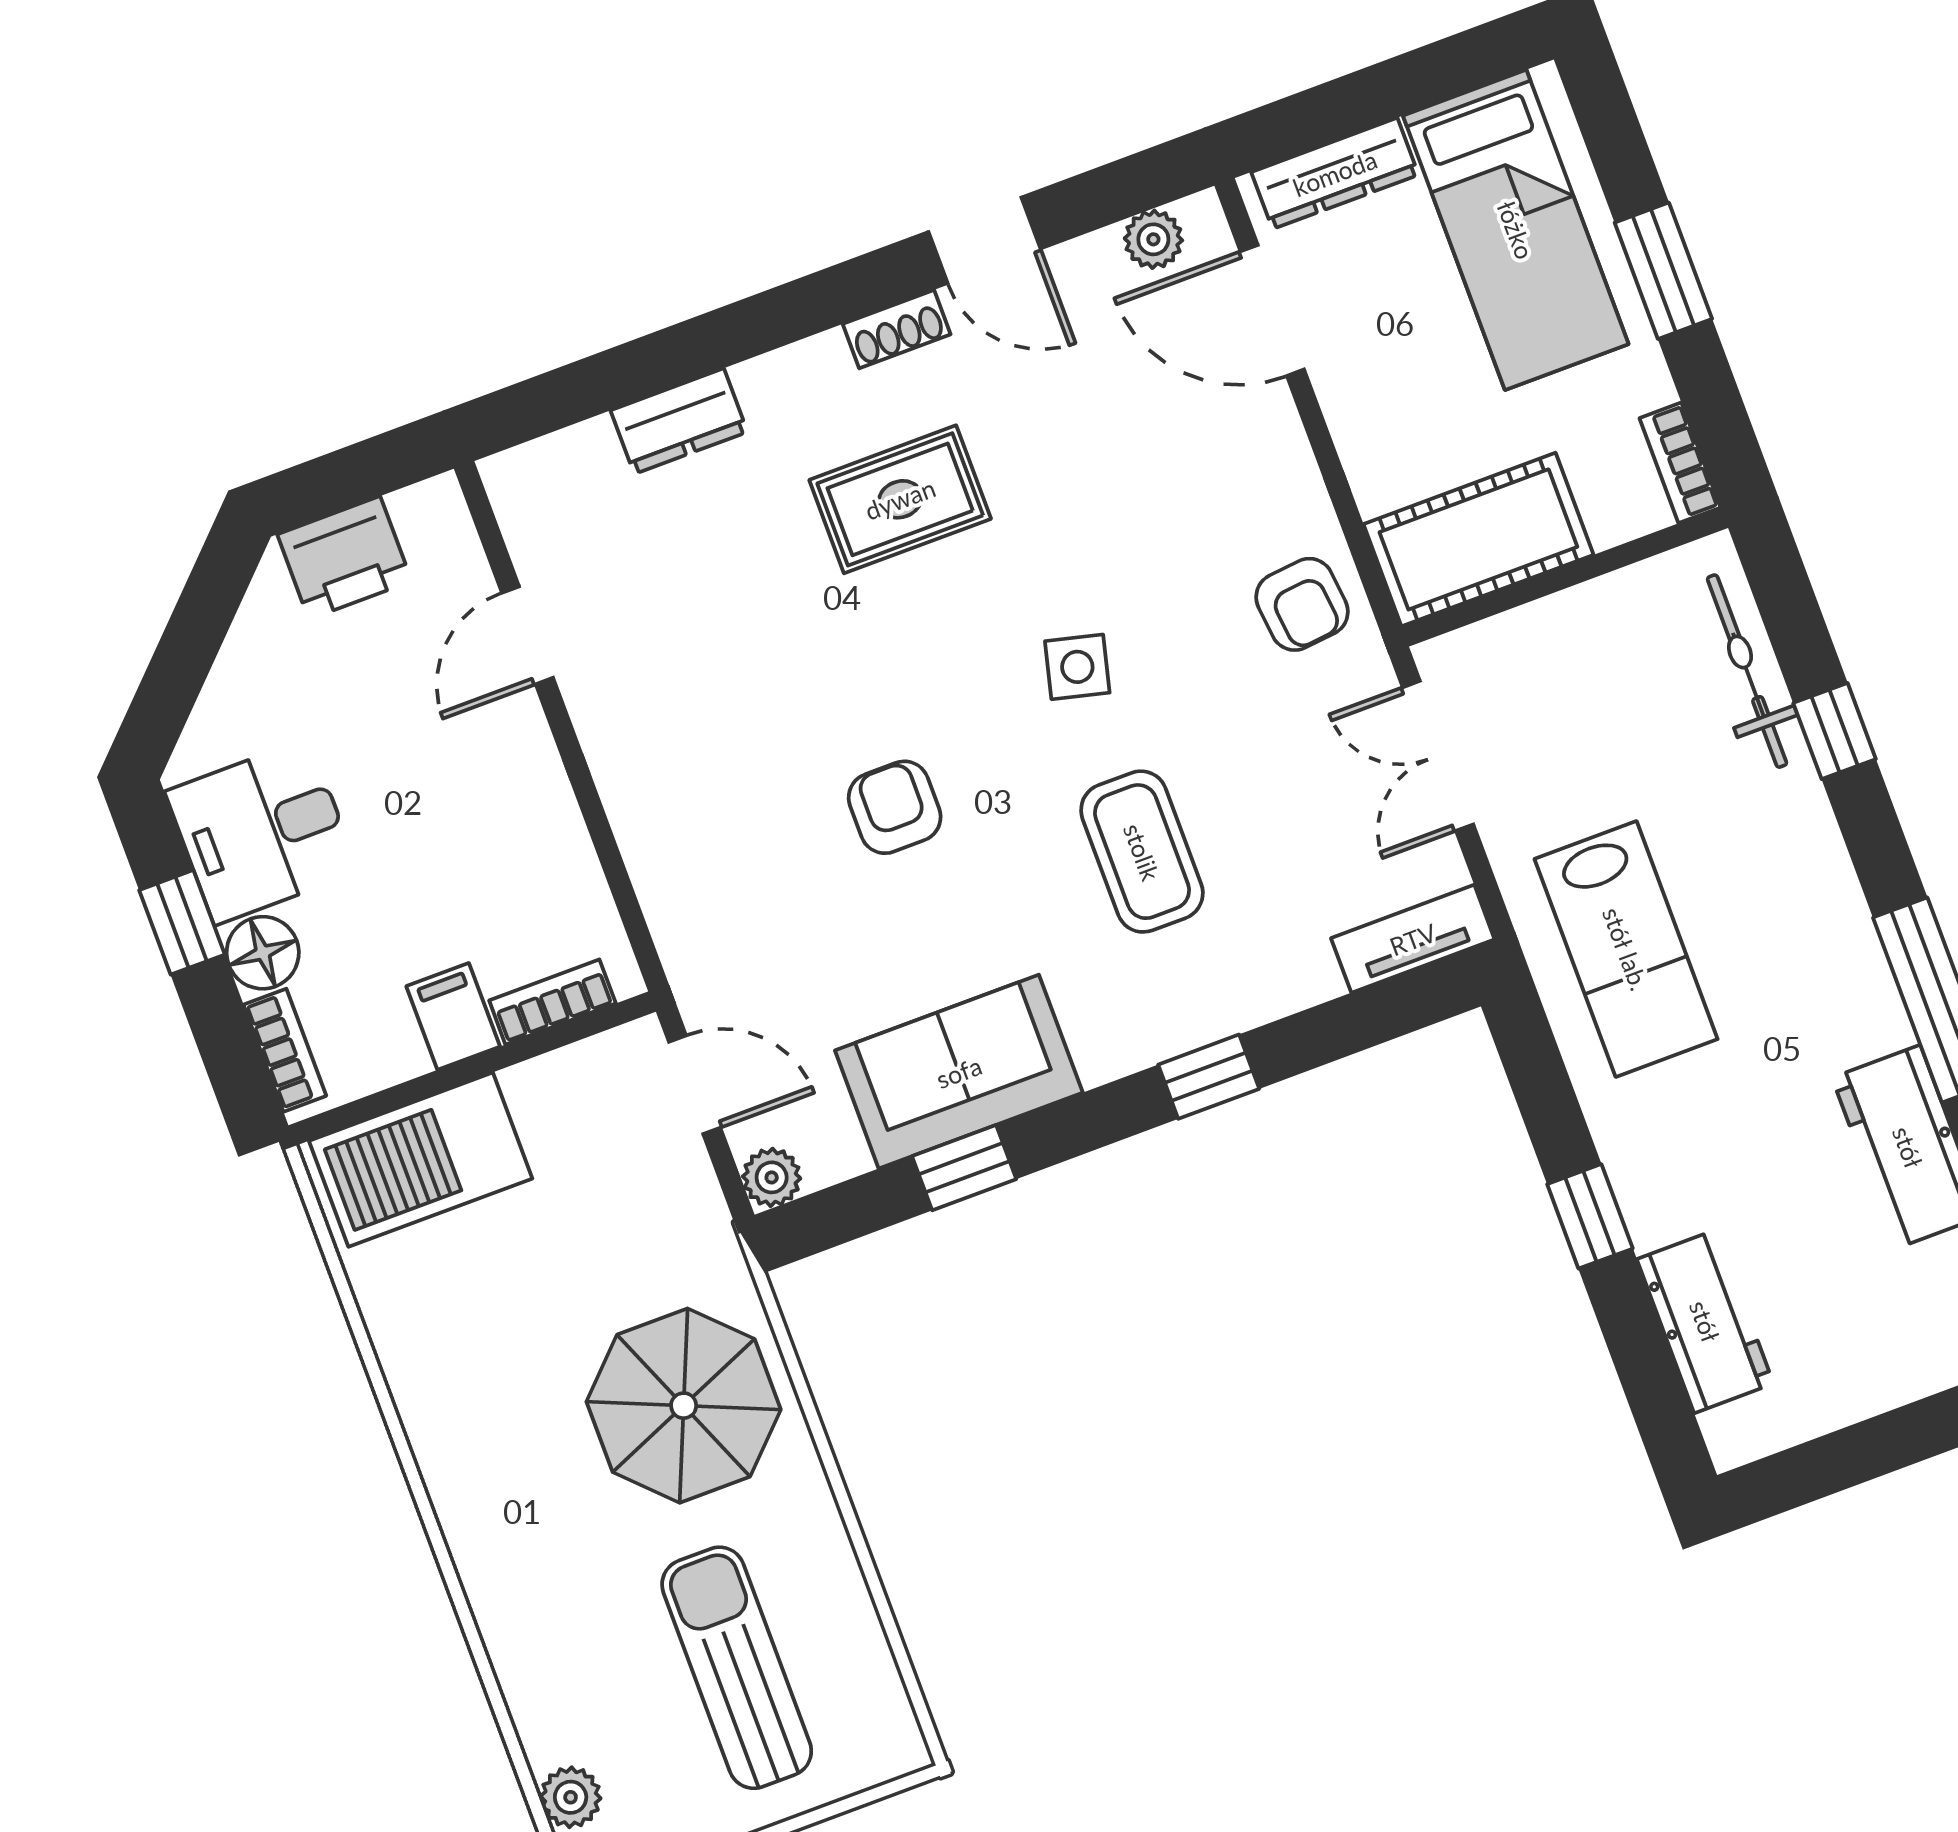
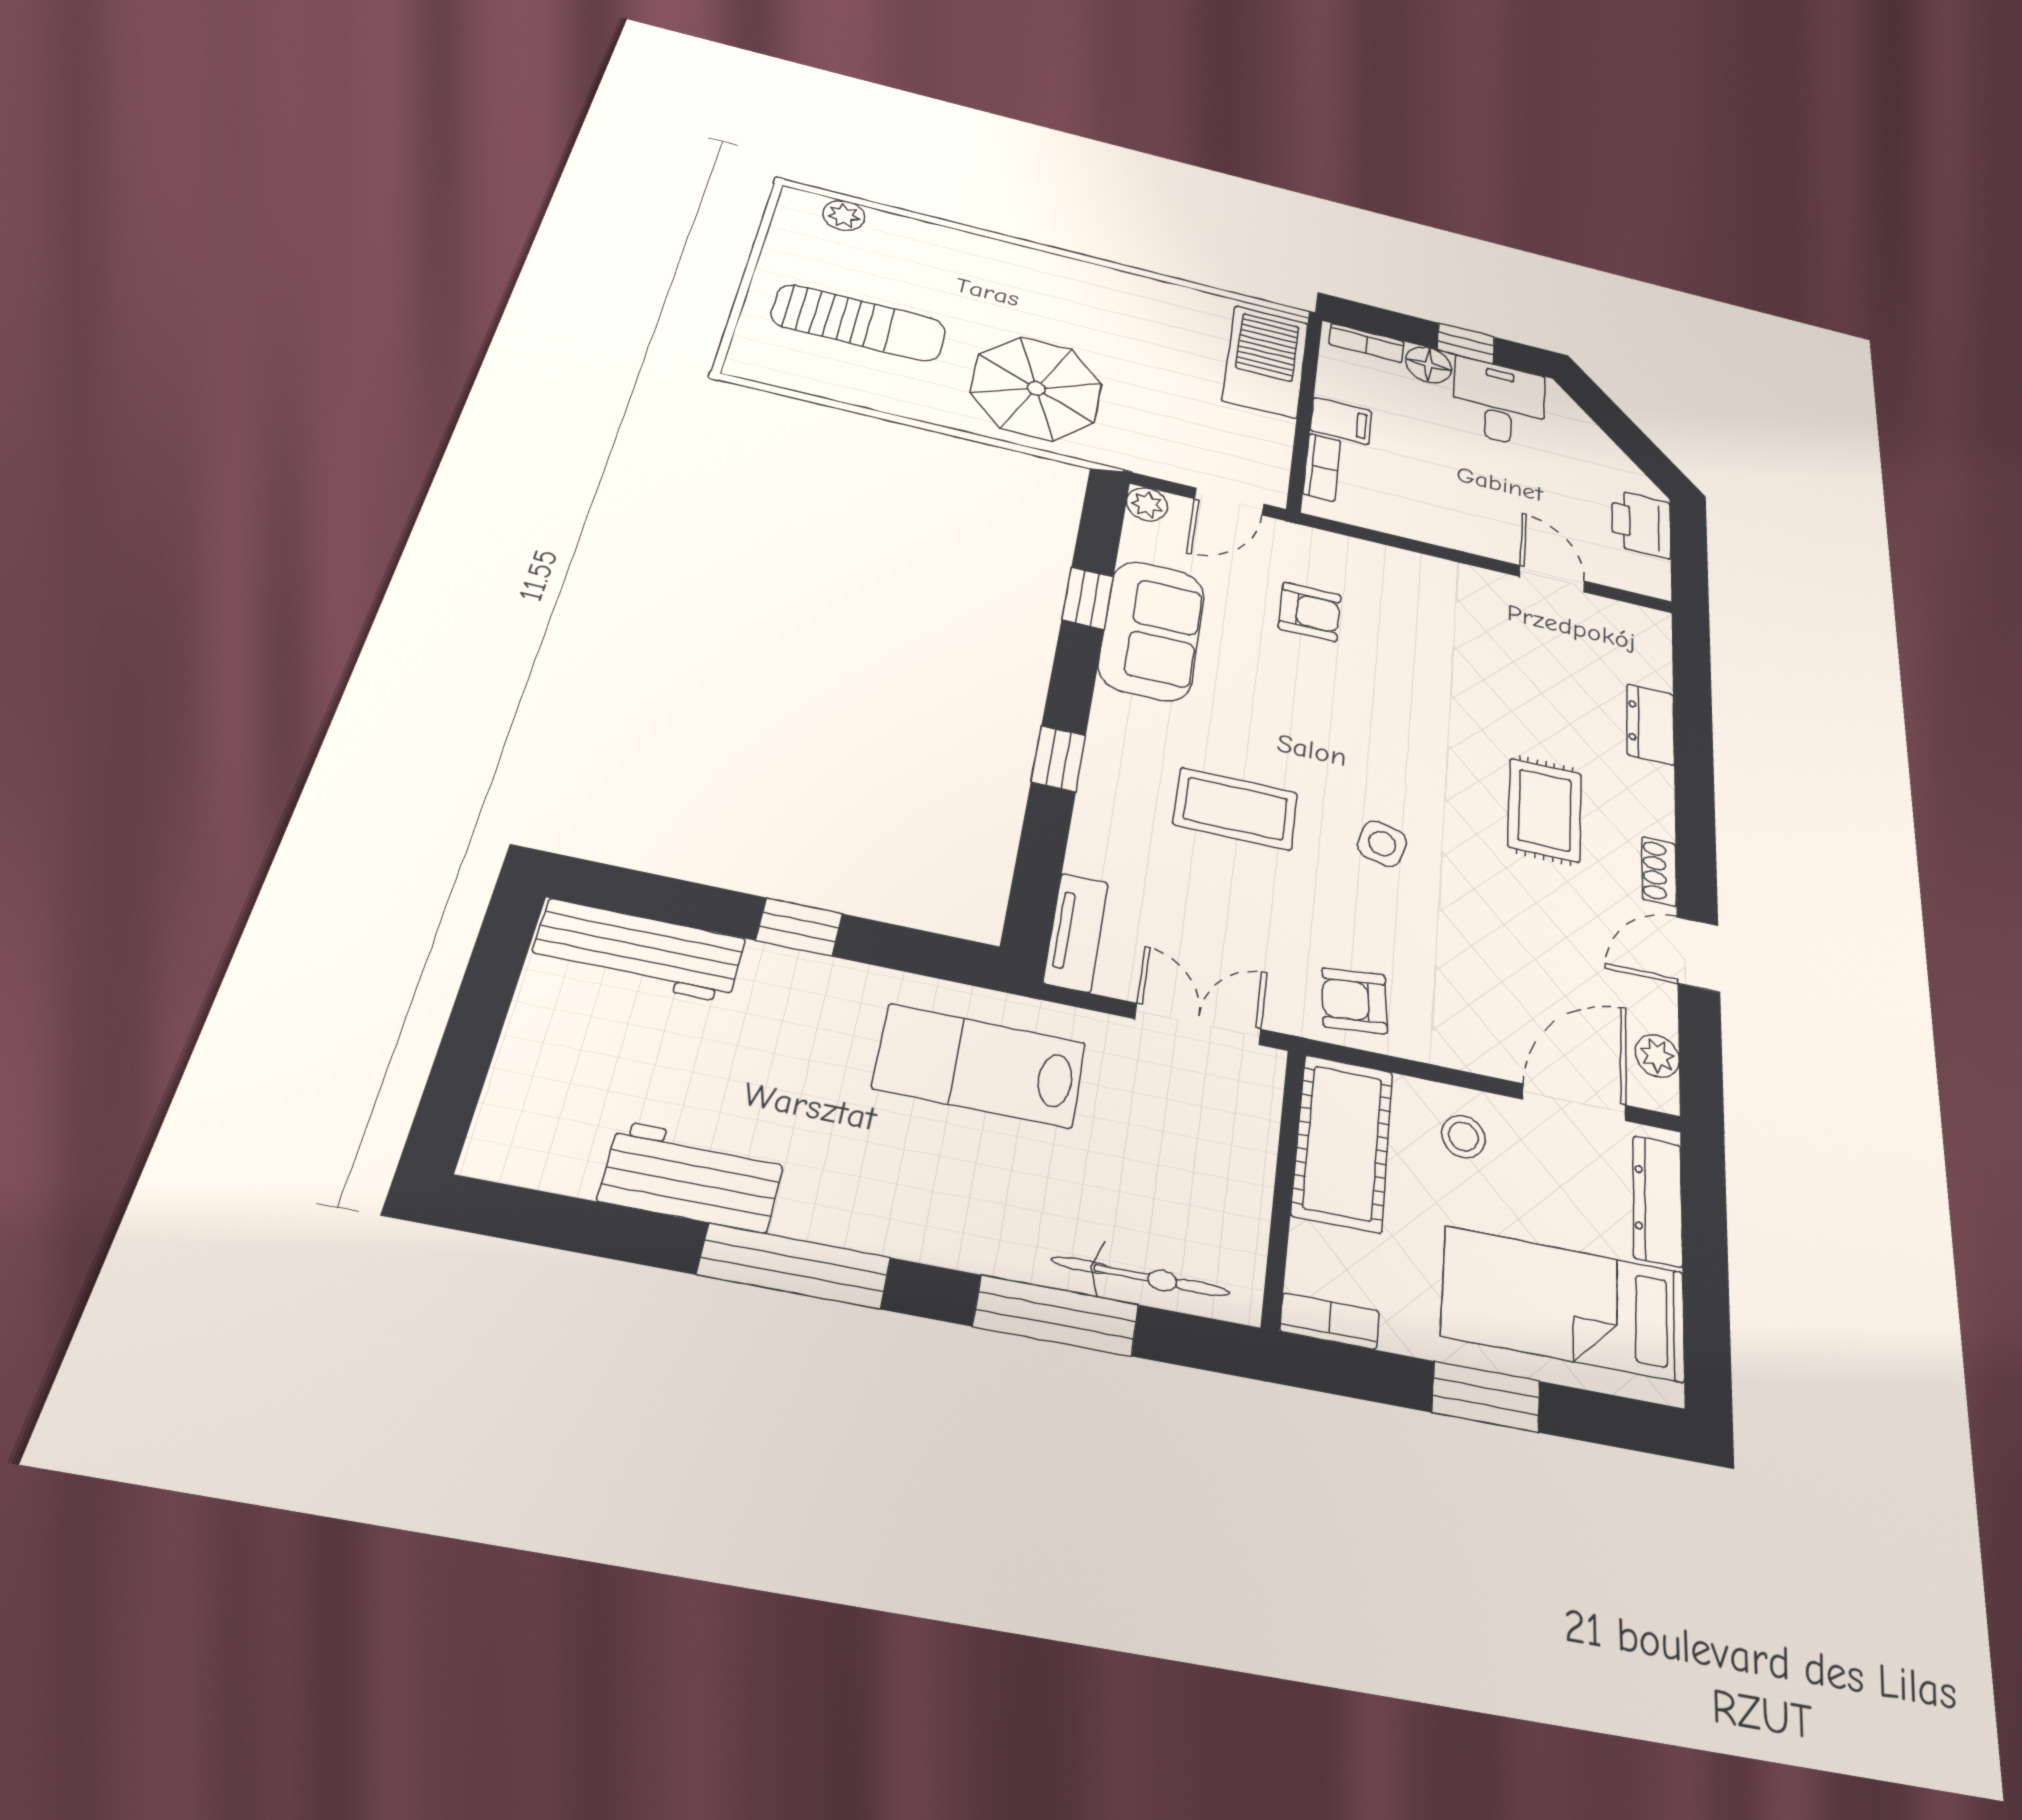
stool: (1391, 415) -> (1463, 1137), added
window: (1835, 731) -> (1056, 1315), width x2.17
armchair: (895, 807) -> (1310, 612), moved
workbench: (1705, 1321) -> (639, 951), width x1.37

